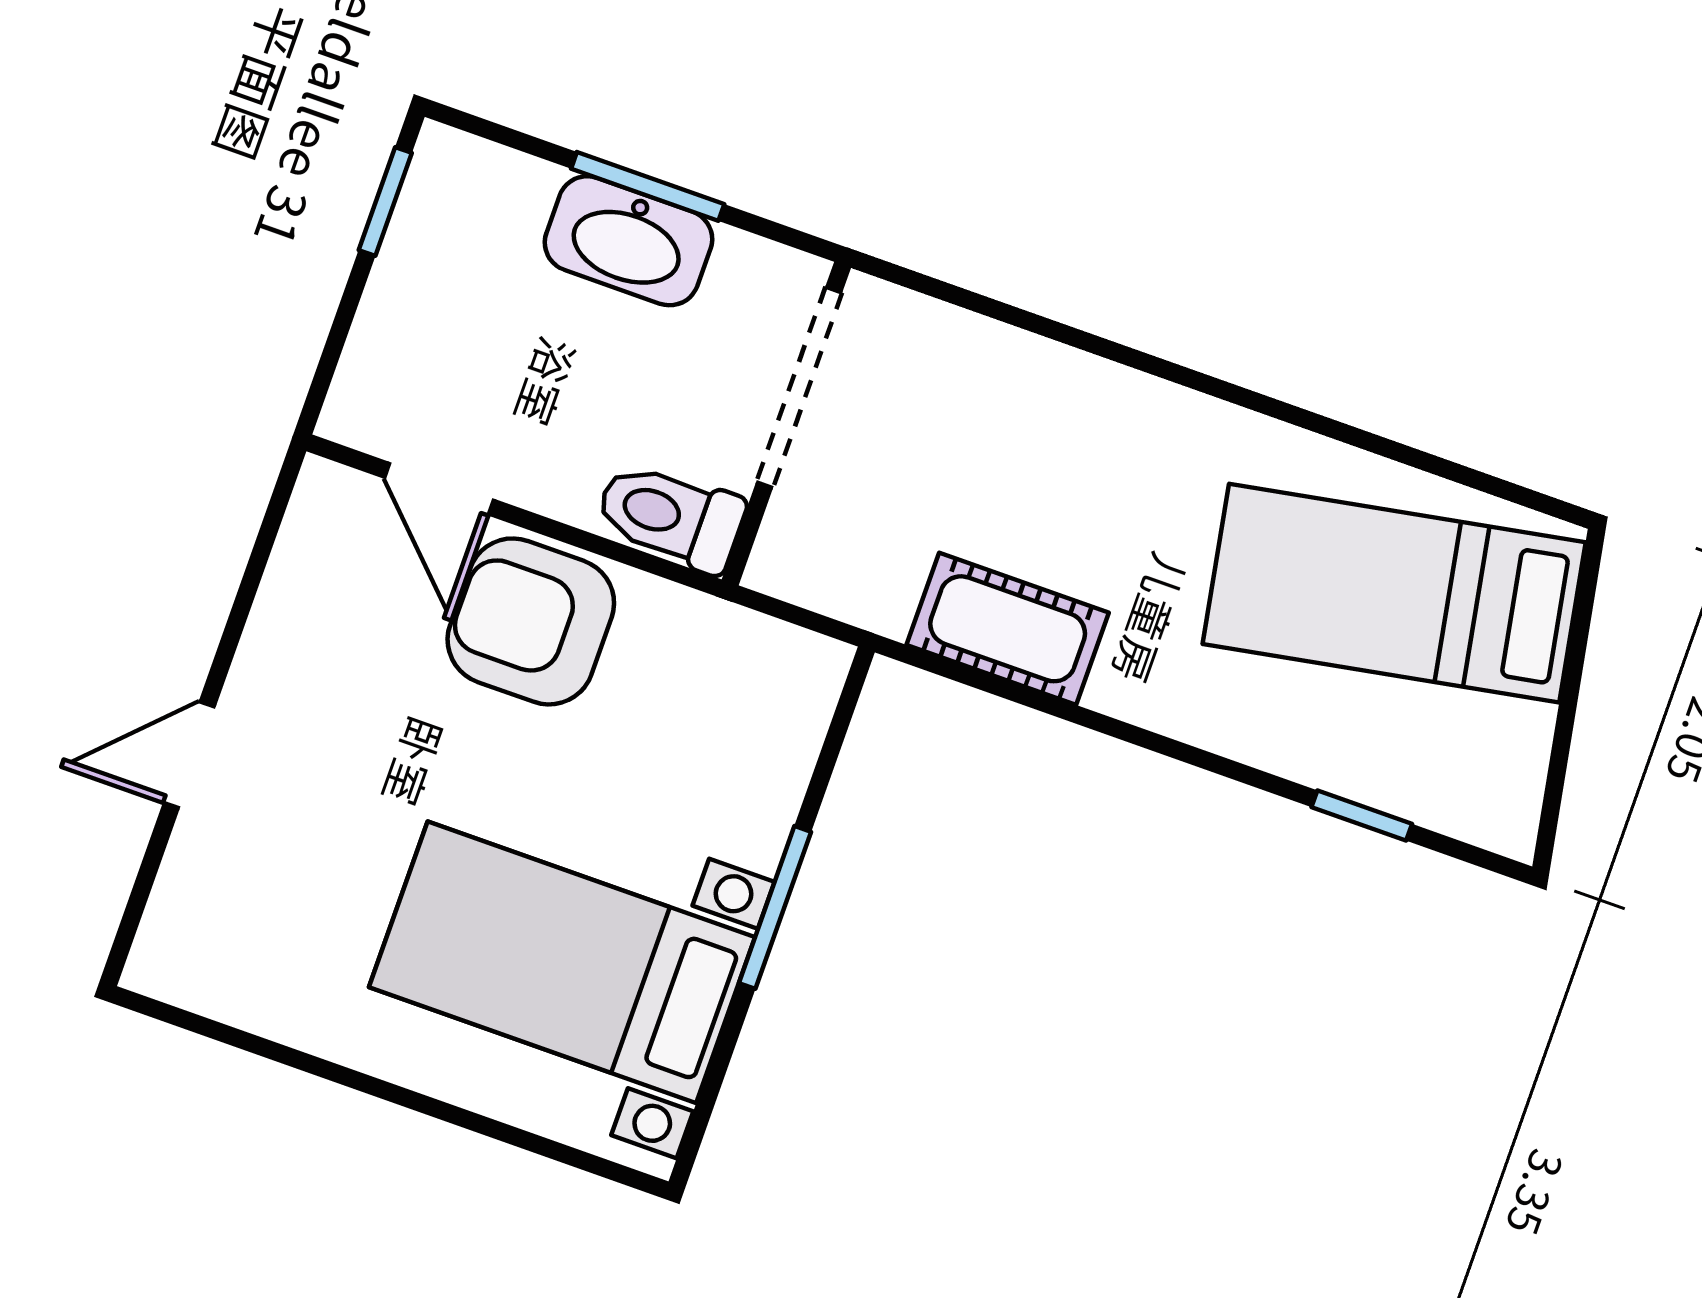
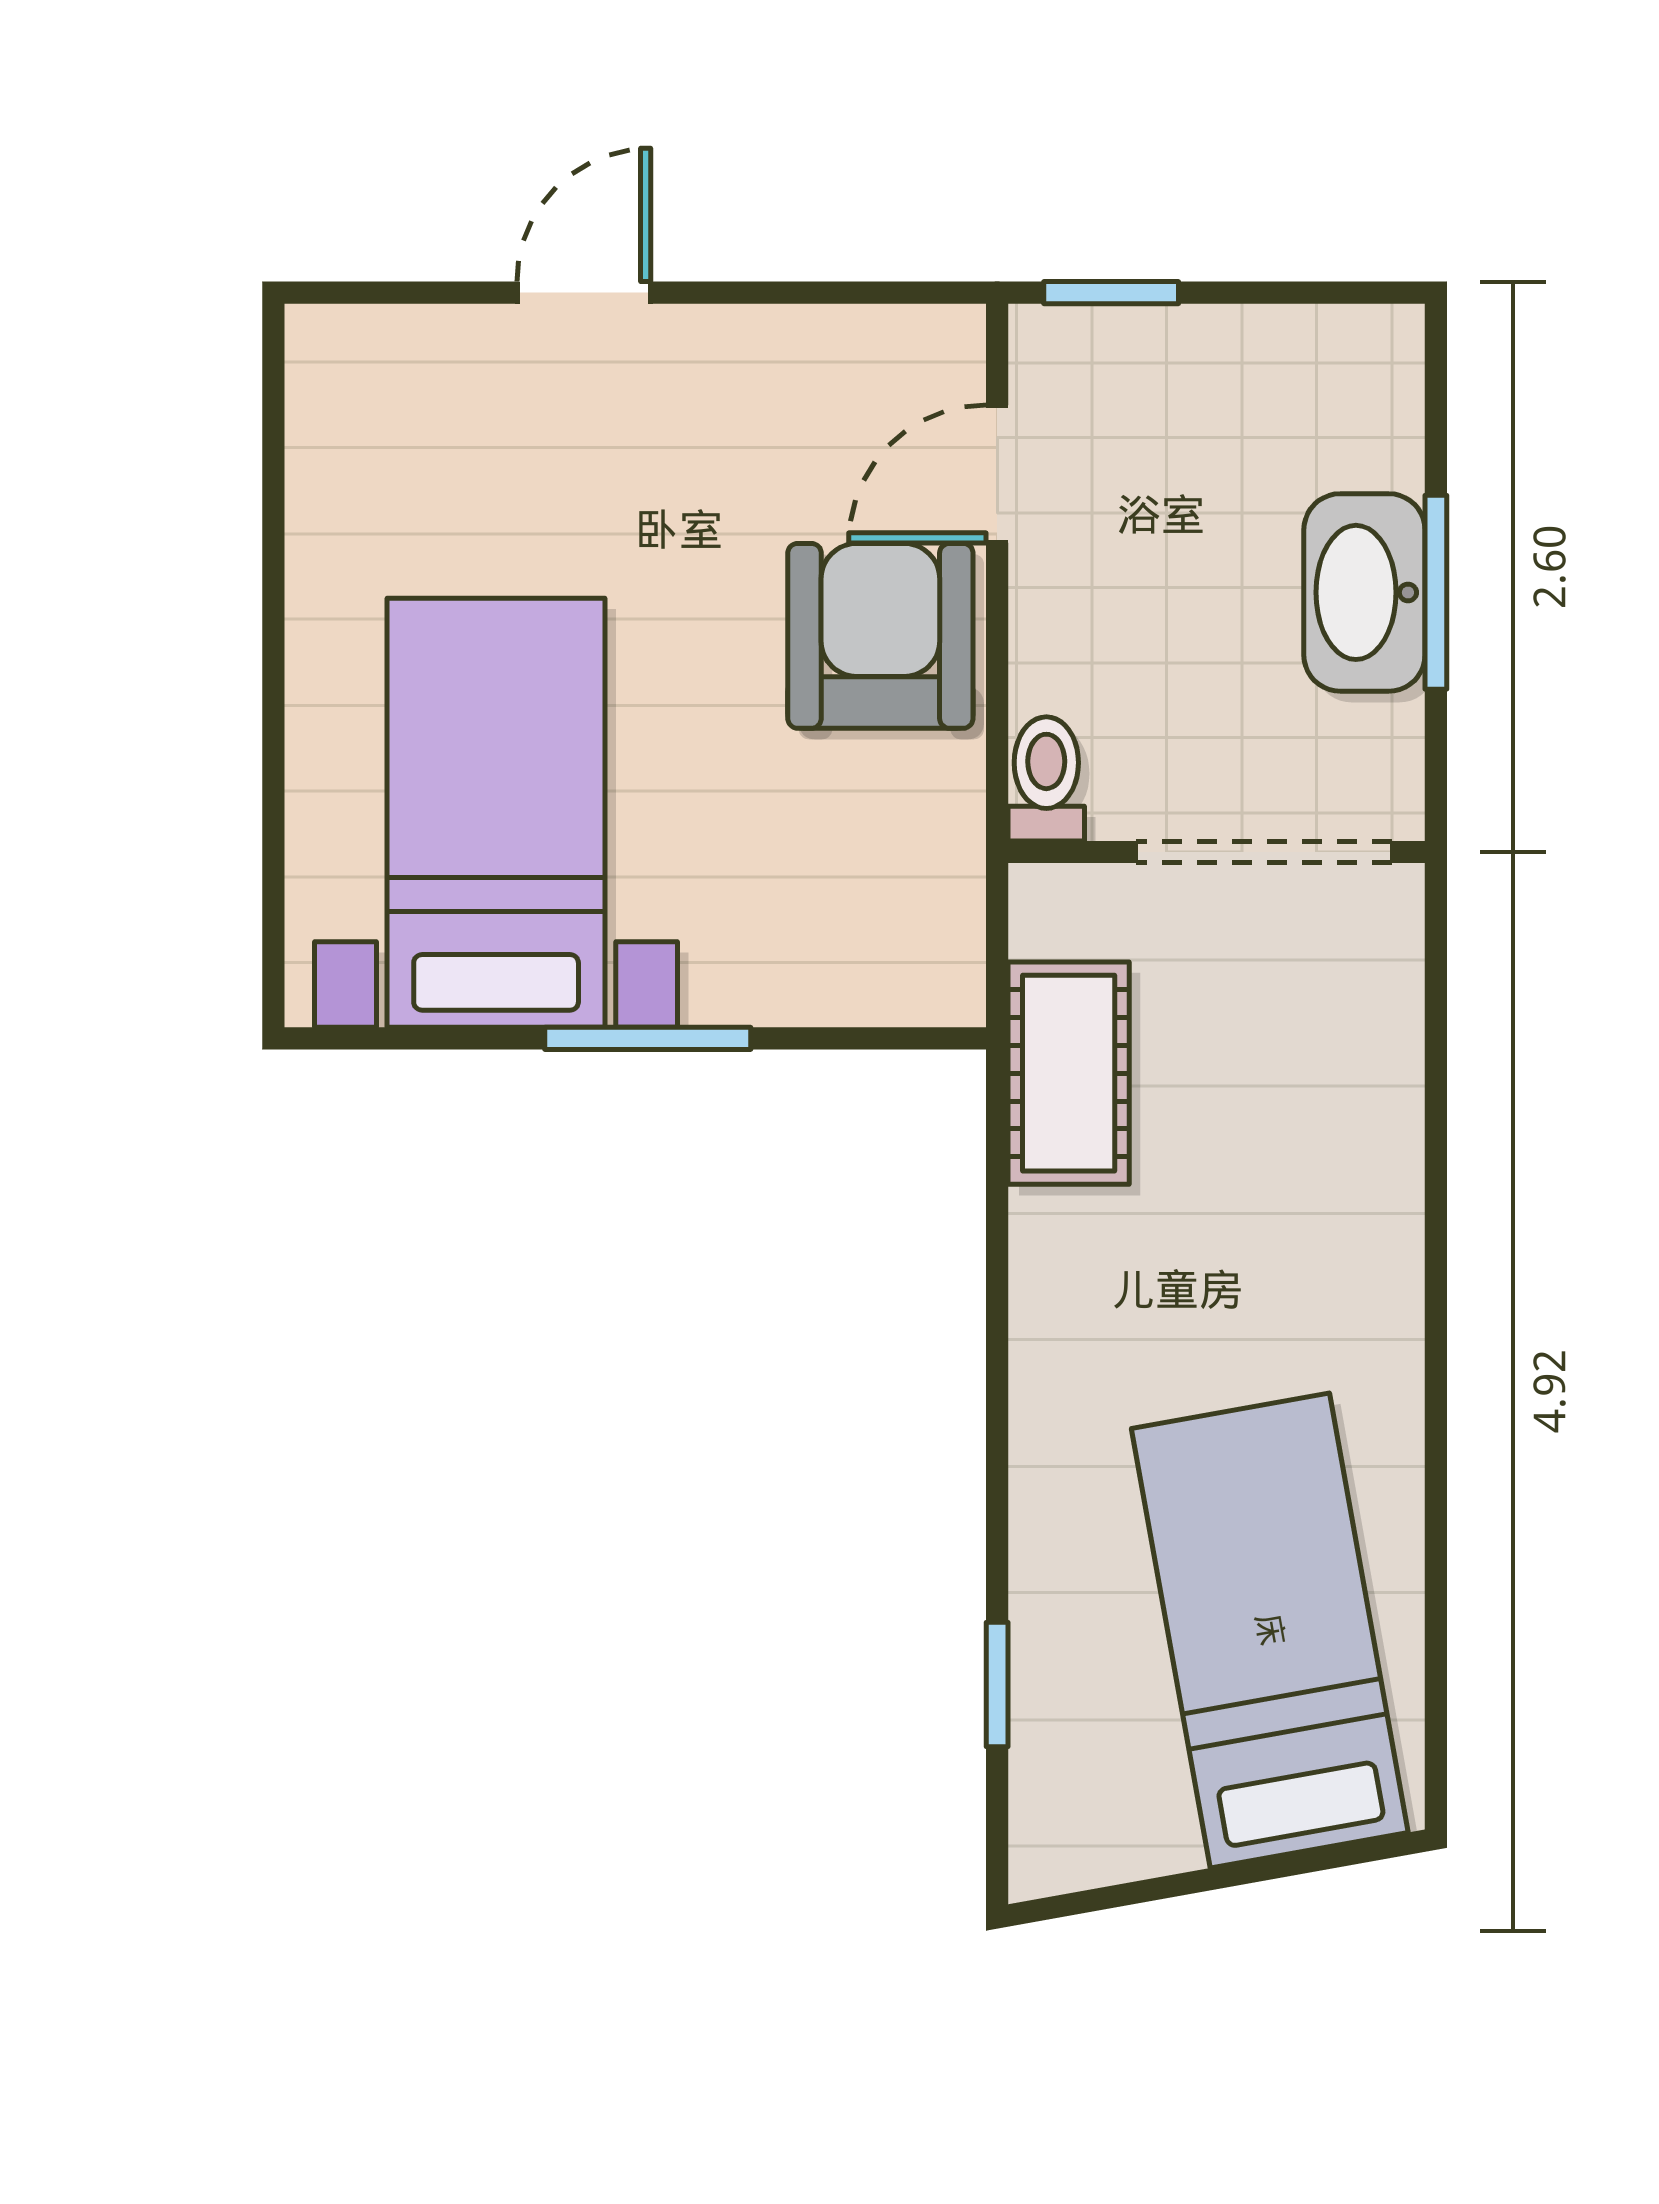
window: (385, 202) -> (1111, 293), moved
toilet: (670, 516) -> (1046, 779), width x0.73, depth x0.72
cot: (1008, 629) -> (1069, 1073), moved
door: (189, 755) -> (584, 293), hinge flipped

